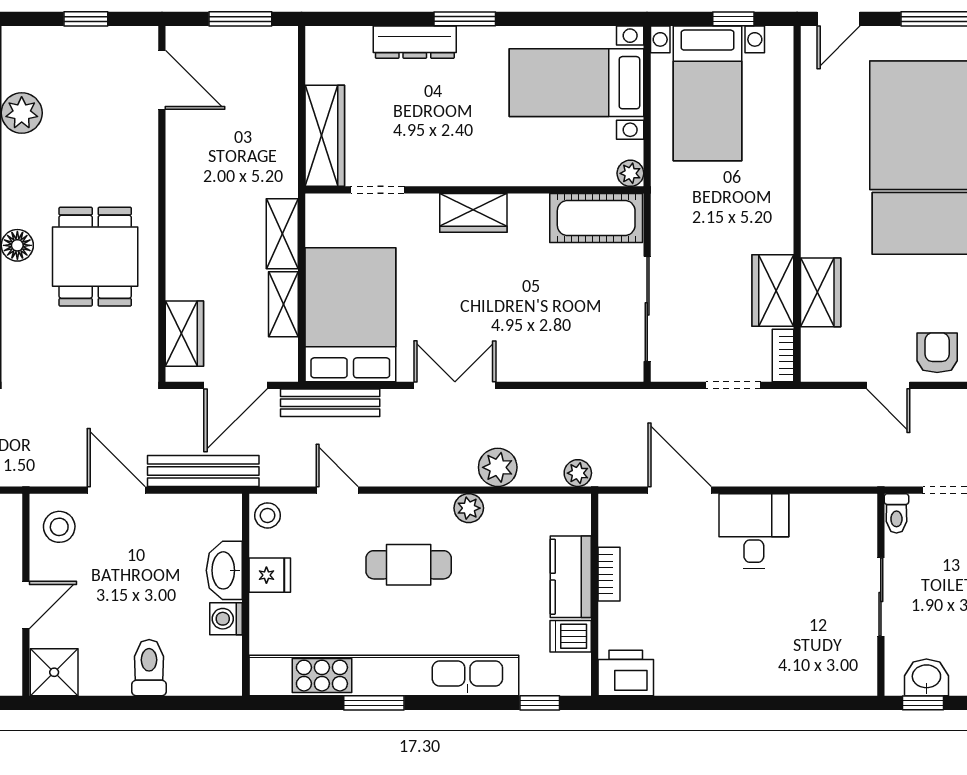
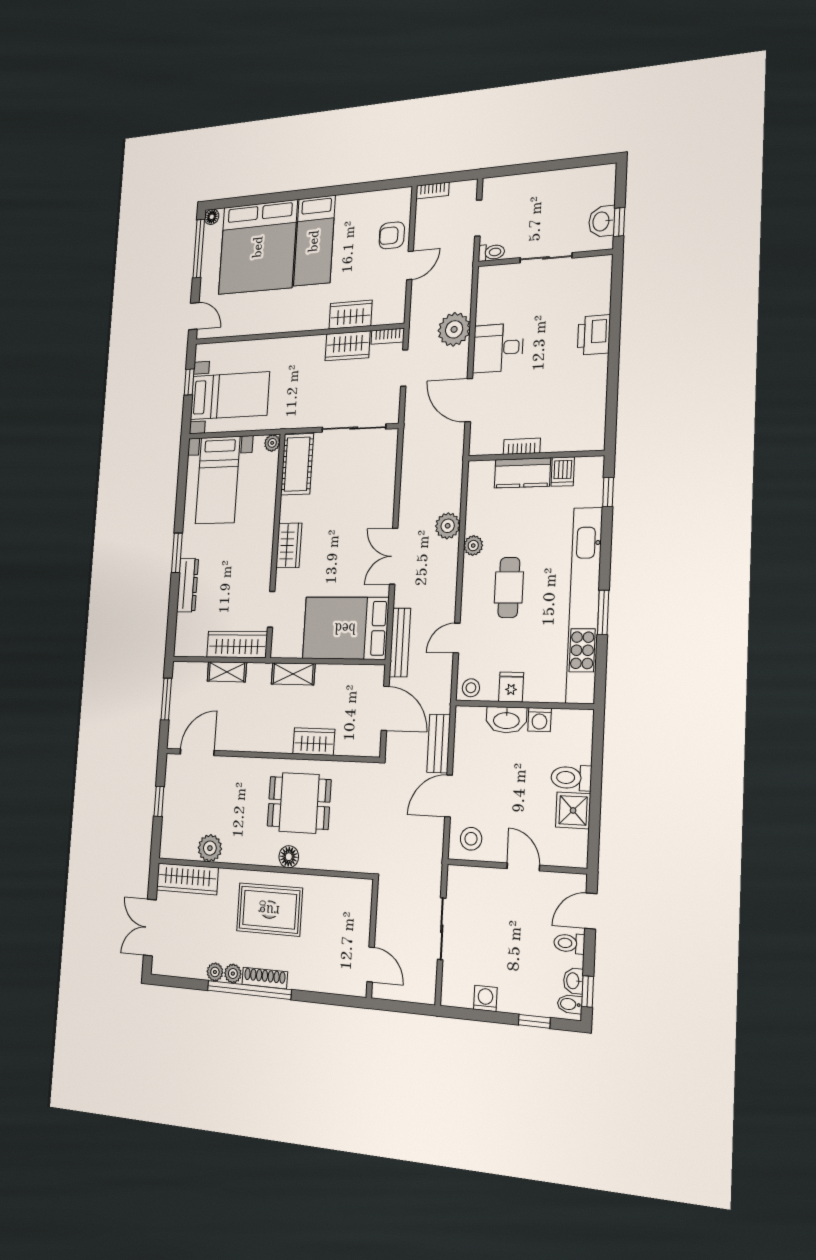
shelving: (283, 304) -> (227, 672), moved
wardrobe: (184, 334) -> (314, 742), moved
bench: (203, 471) -> (439, 744), width x0.73
plant: (578, 473) -> (454, 329), moved, width x1.87, depth x1.87
door: (680, 490) -> (469, 400), hinge flipped
shower: (54, 672) -> (573, 810), moved
printer: (626, 673) -> (594, 335), moved

